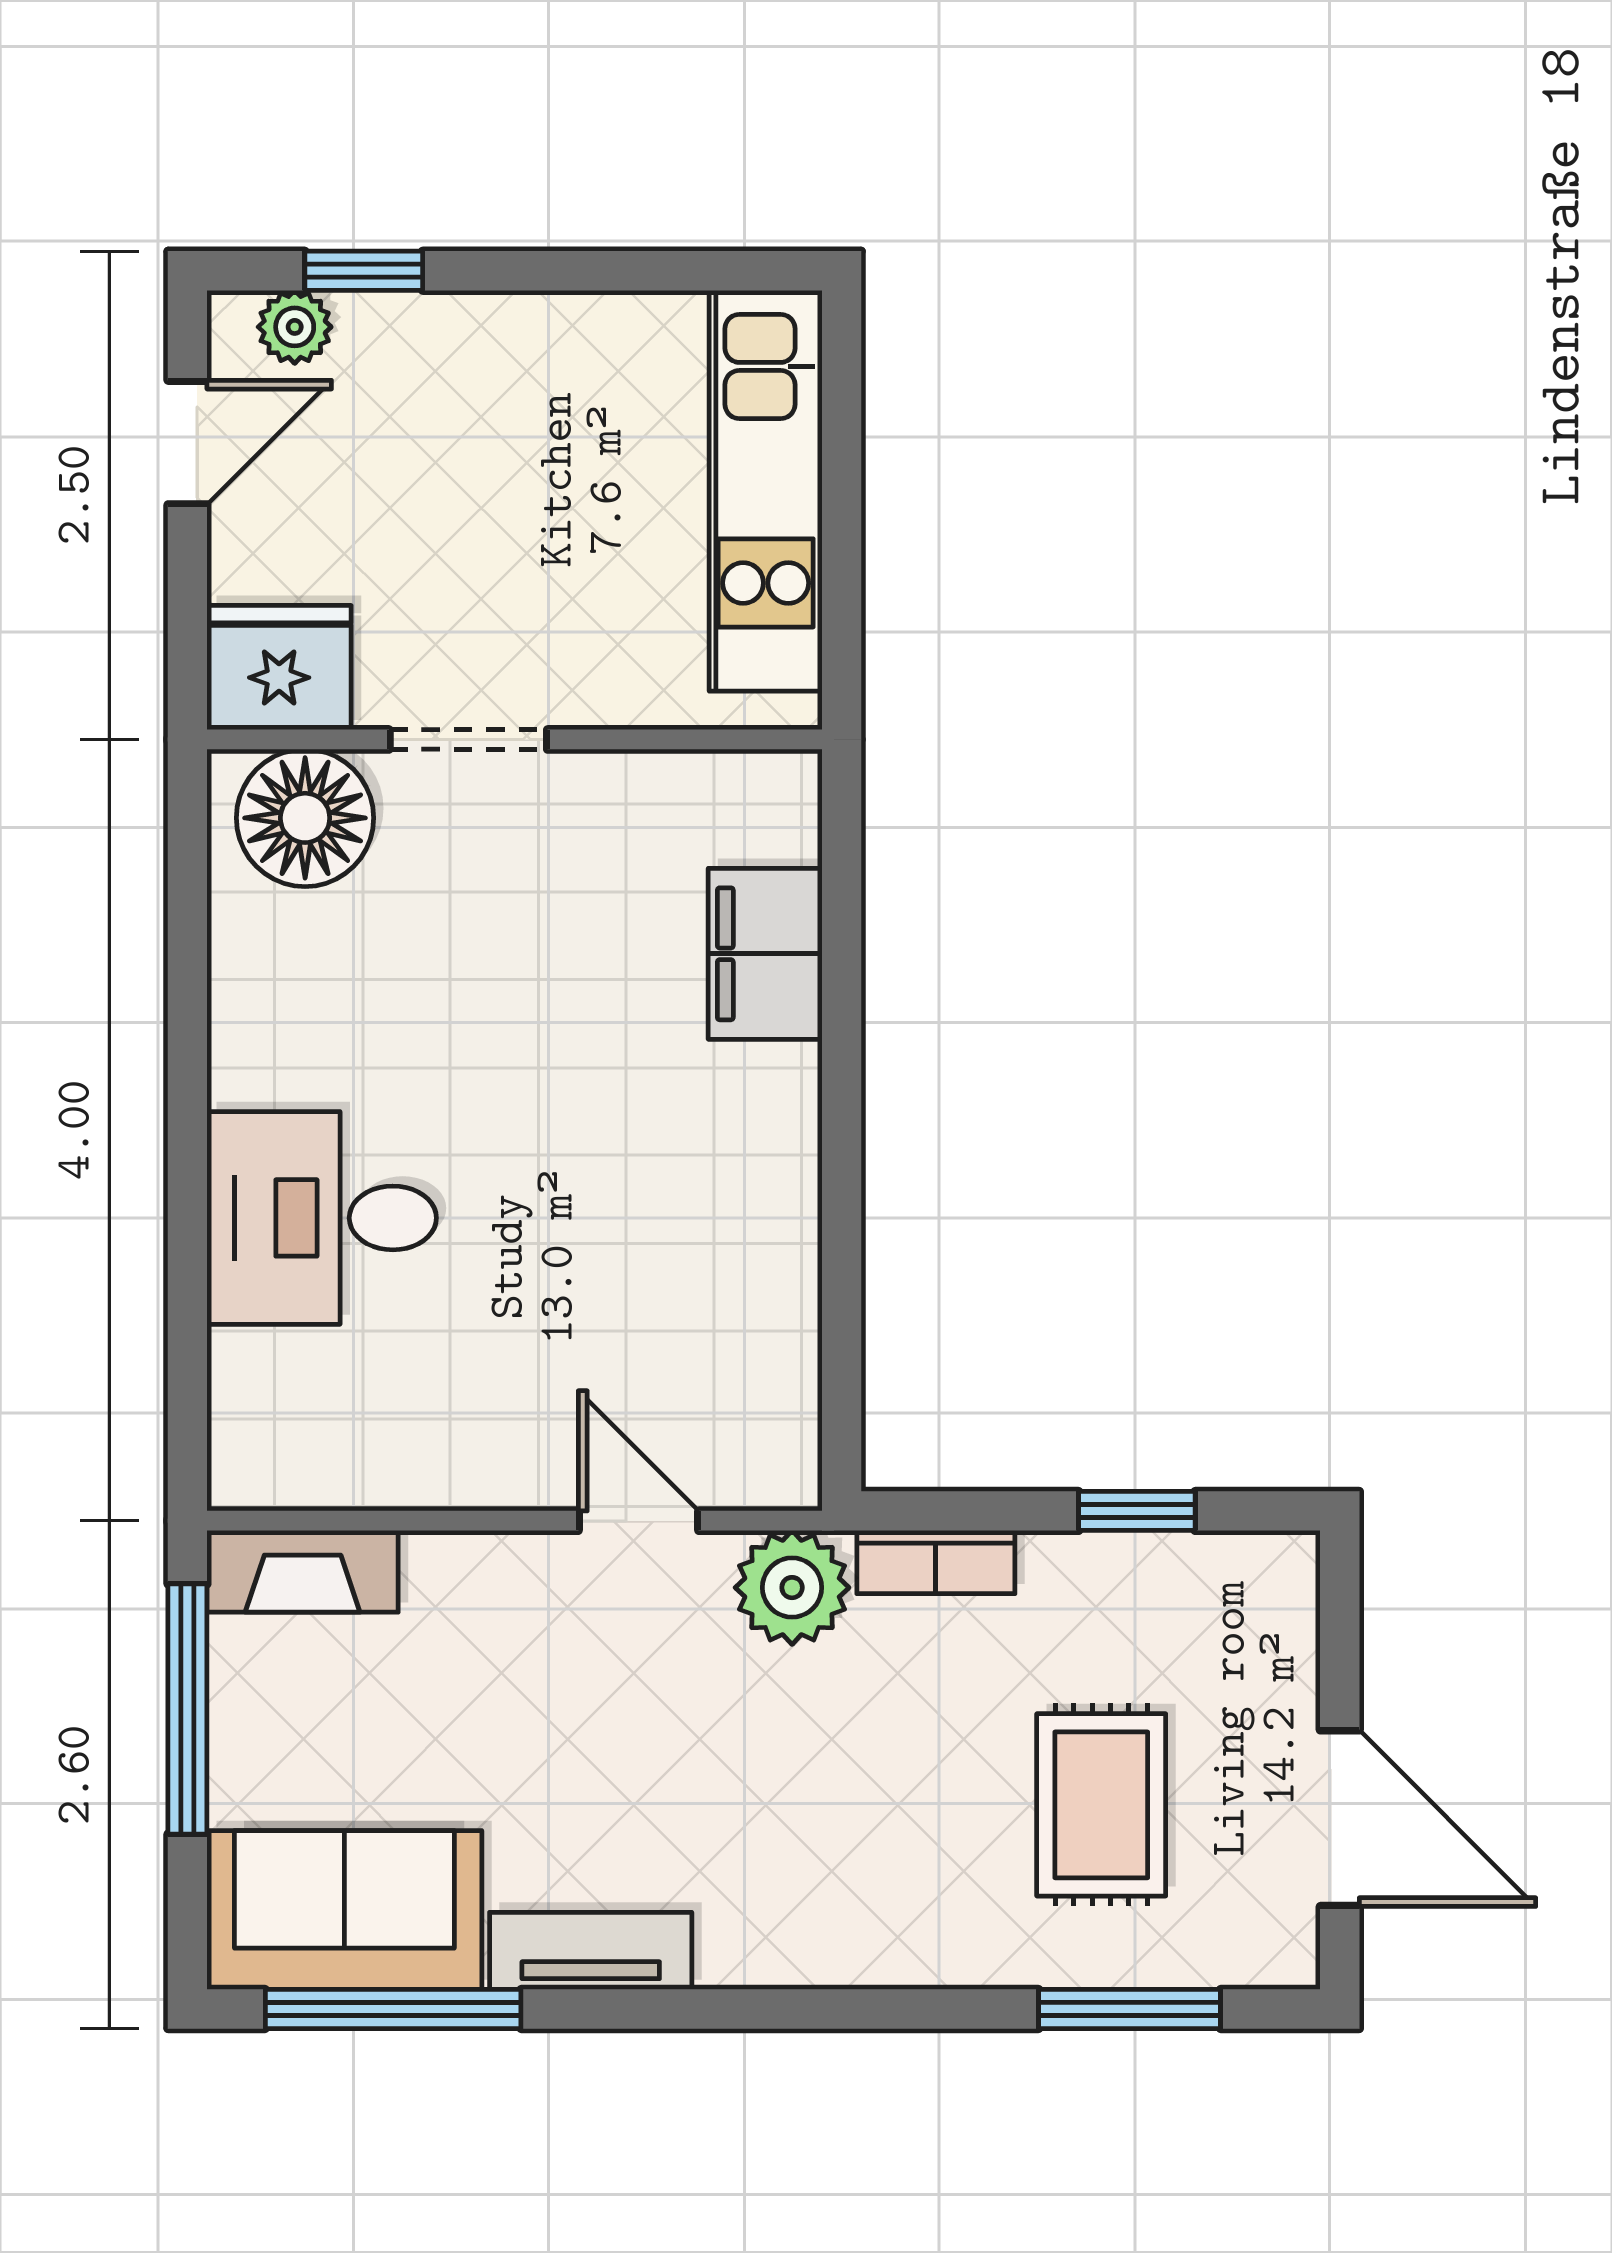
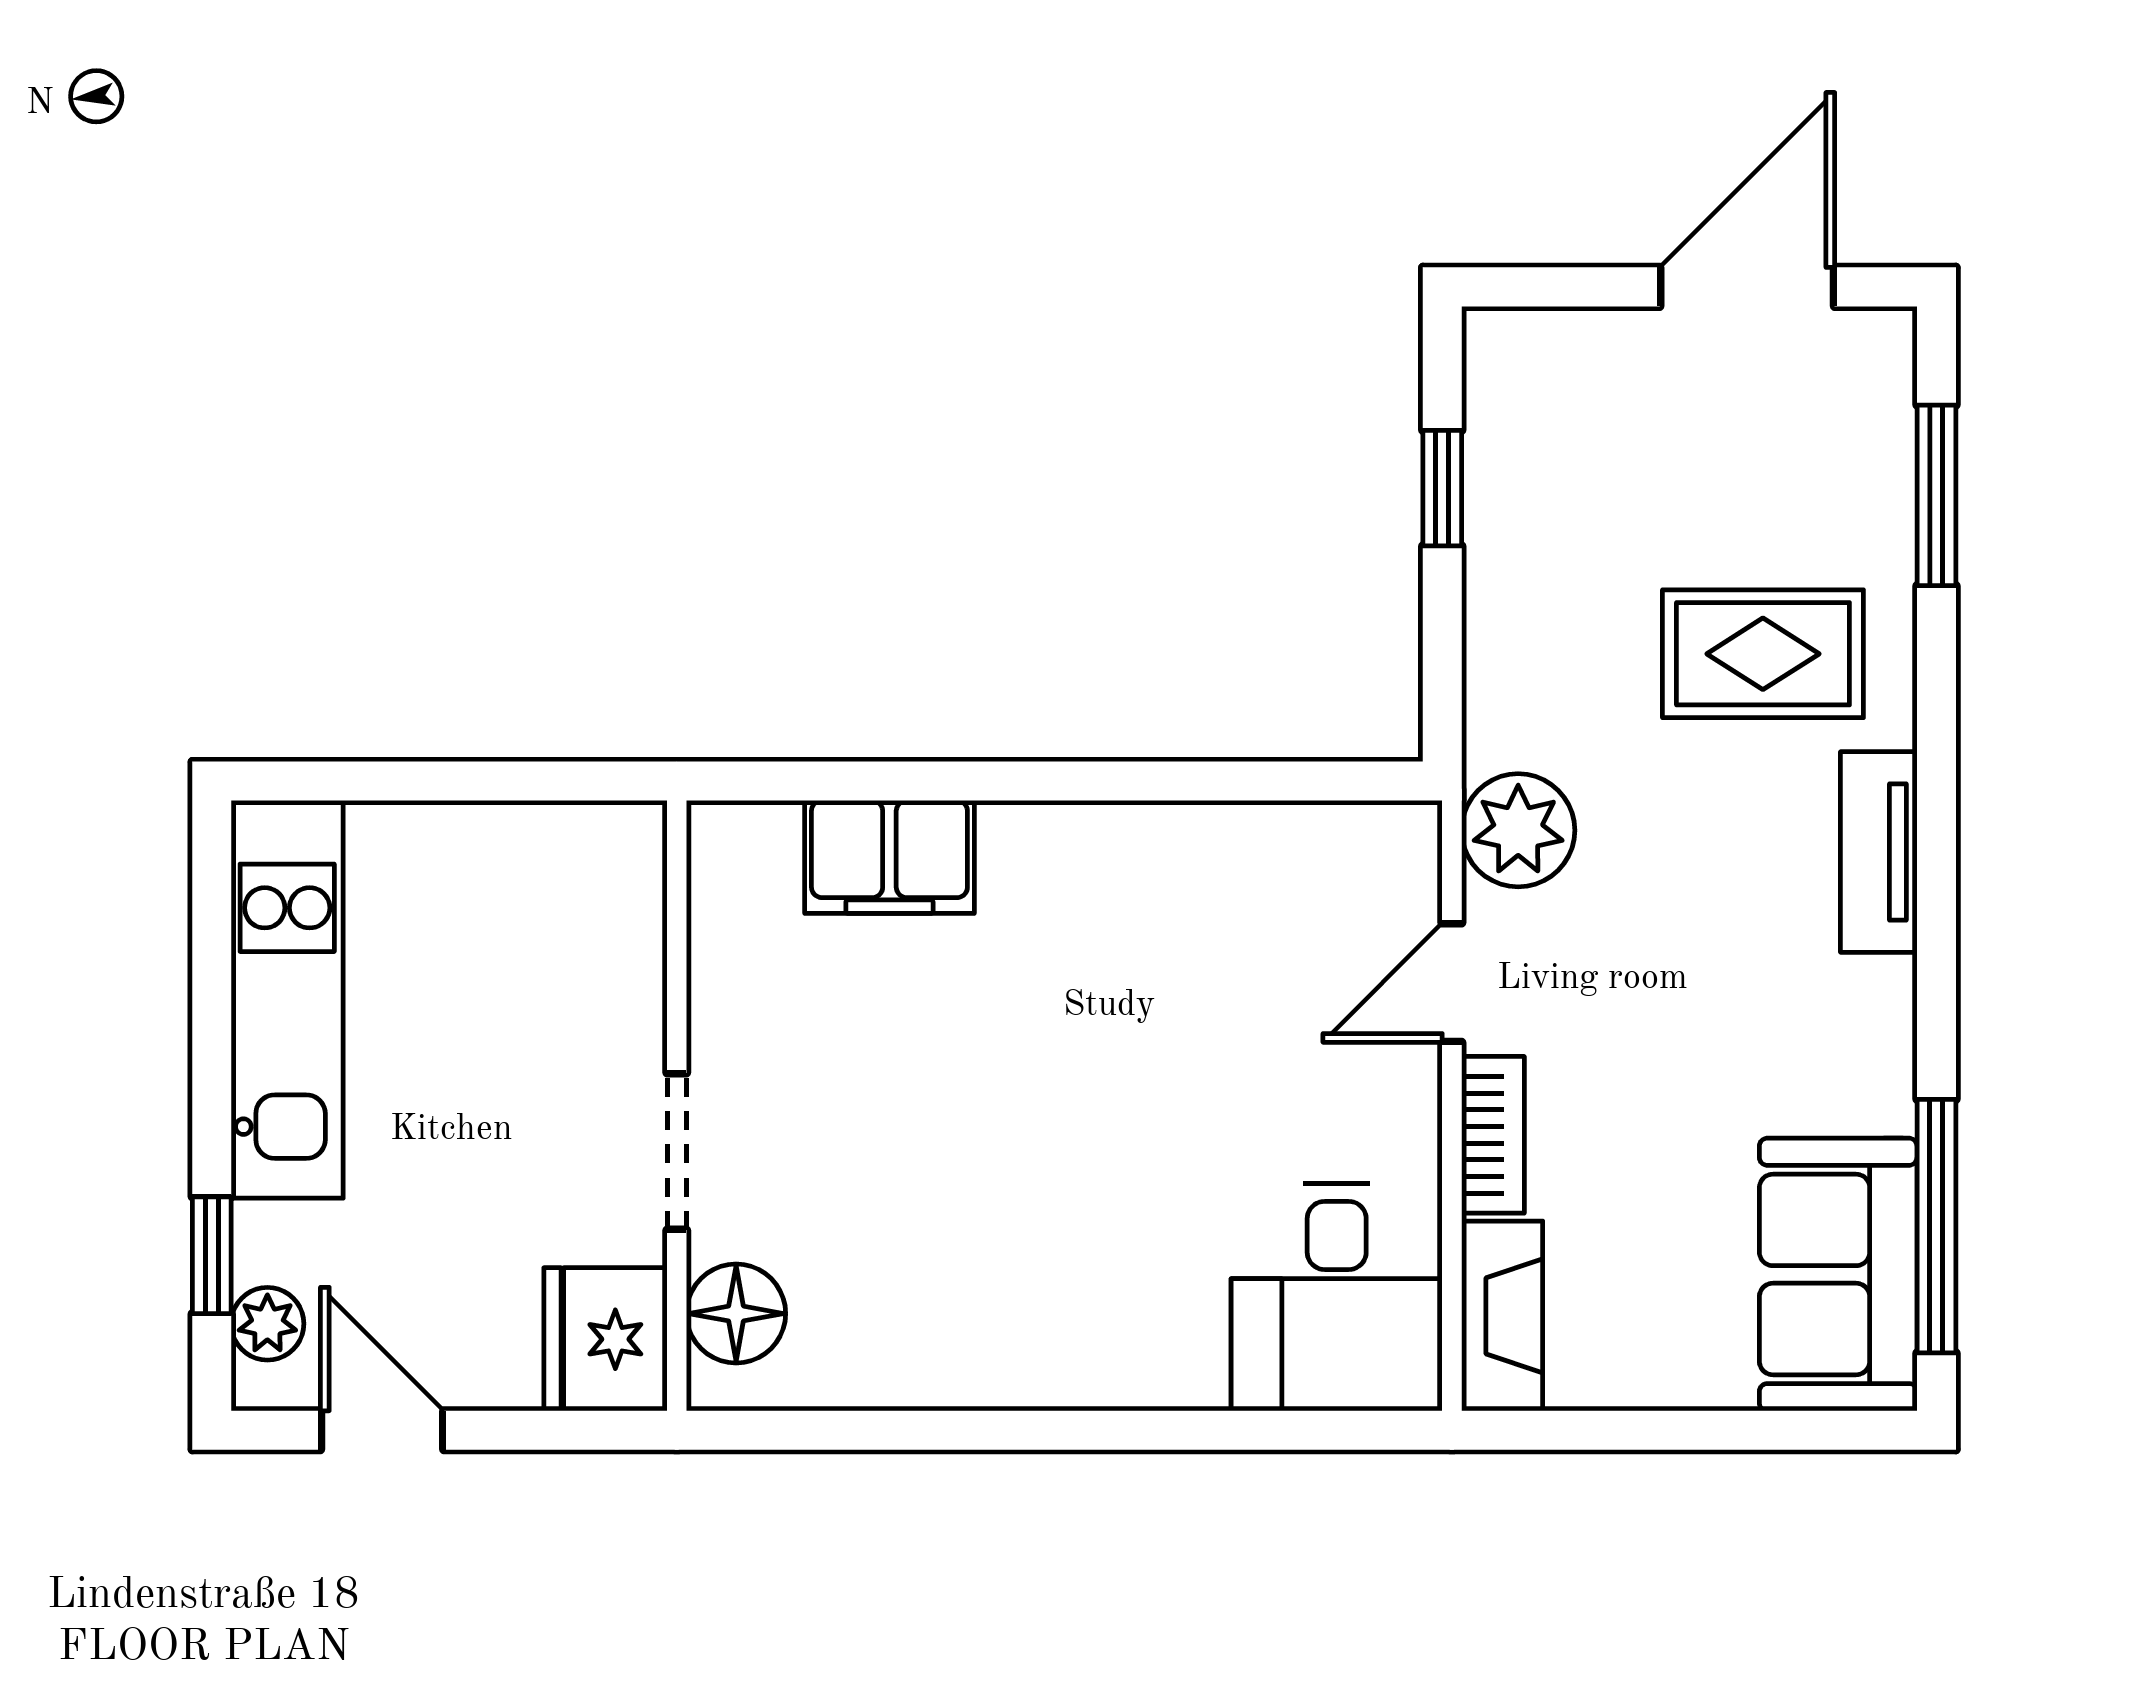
kitchen unit: (766, 491) -> (287, 999), moved, turned -90
floor lamp: (305, 818) -> (736, 1314), width x0.73, depth x0.73
desk: (322, 1218) -> (1337, 1297), moved
bookcase: (936, 1562) -> (1493, 1135), moved
window: (187, 1709) -> (1639, 1430), removed
rug: (1101, 1805) -> (1763, 654), moved
tv unit: (591, 1951) -> (1879, 852), moved

